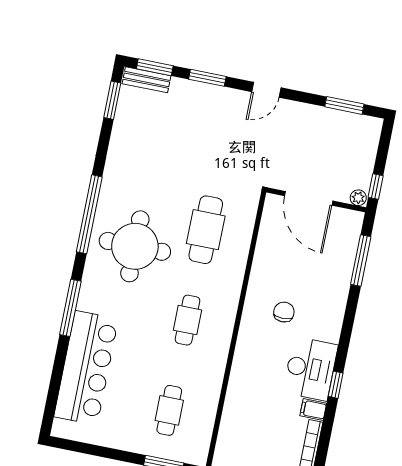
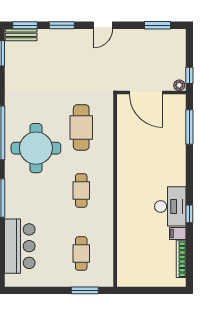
chair: (284, 312) -> (145, 172), removed
bar counter: (86, 368) -> (20, 246), width x0.73

